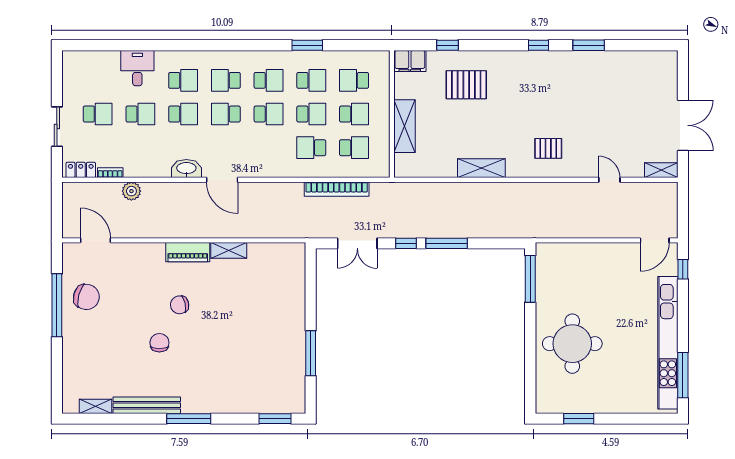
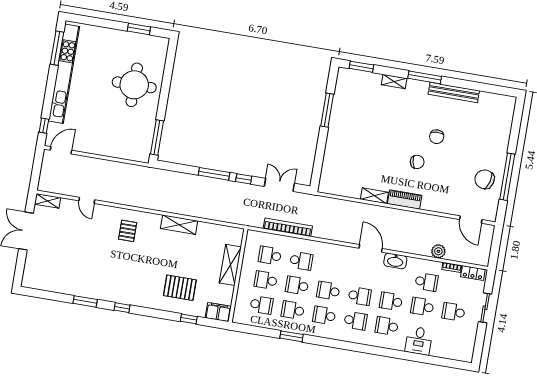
school desk: (140, 148) -> (426, 282), added
pallet: (548, 148) -> (128, 231), turned 90
shelving: (96, 406) -> (394, 82), moved

